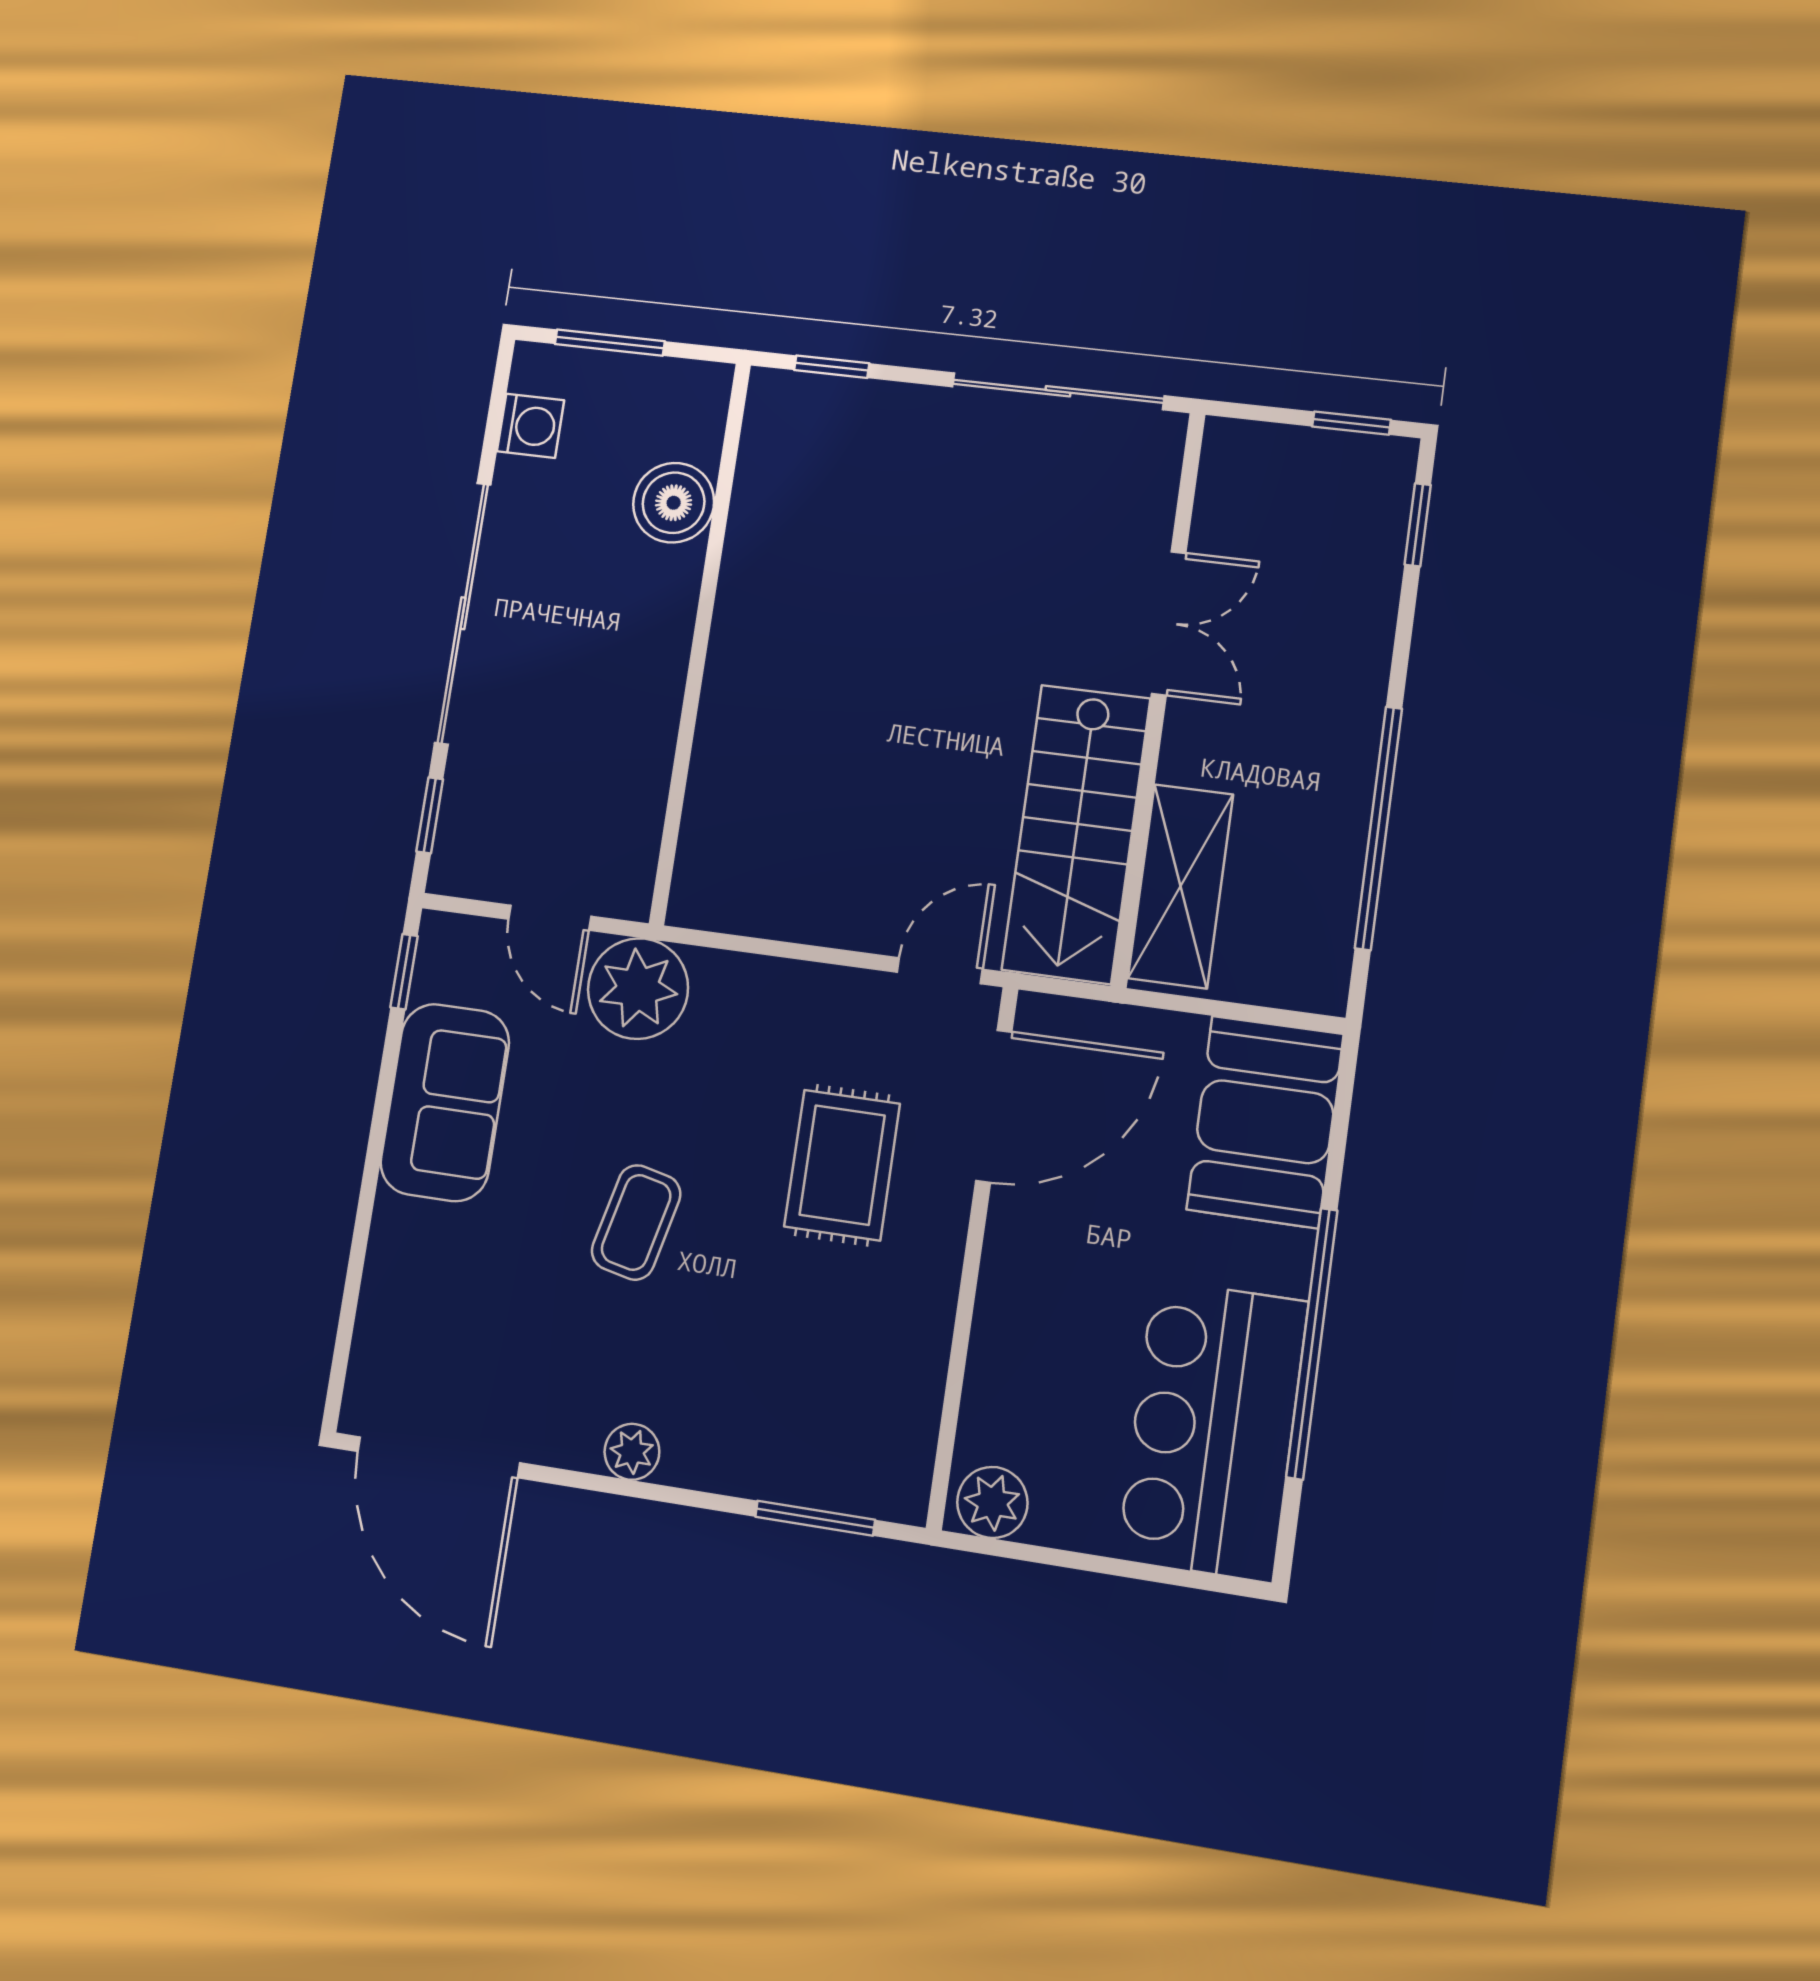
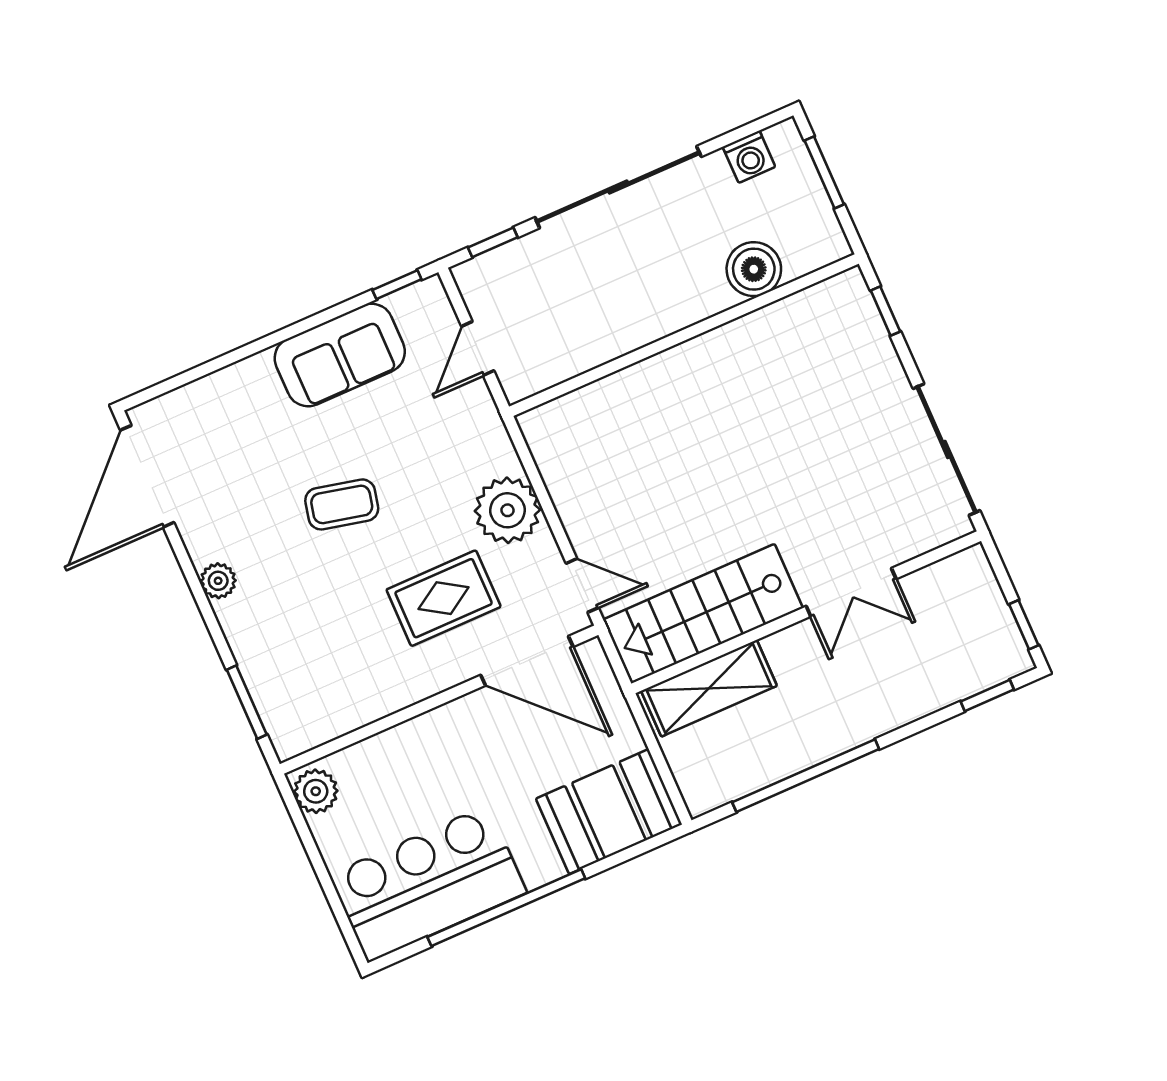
plant: (638, 989) -> (507, 510), moved

